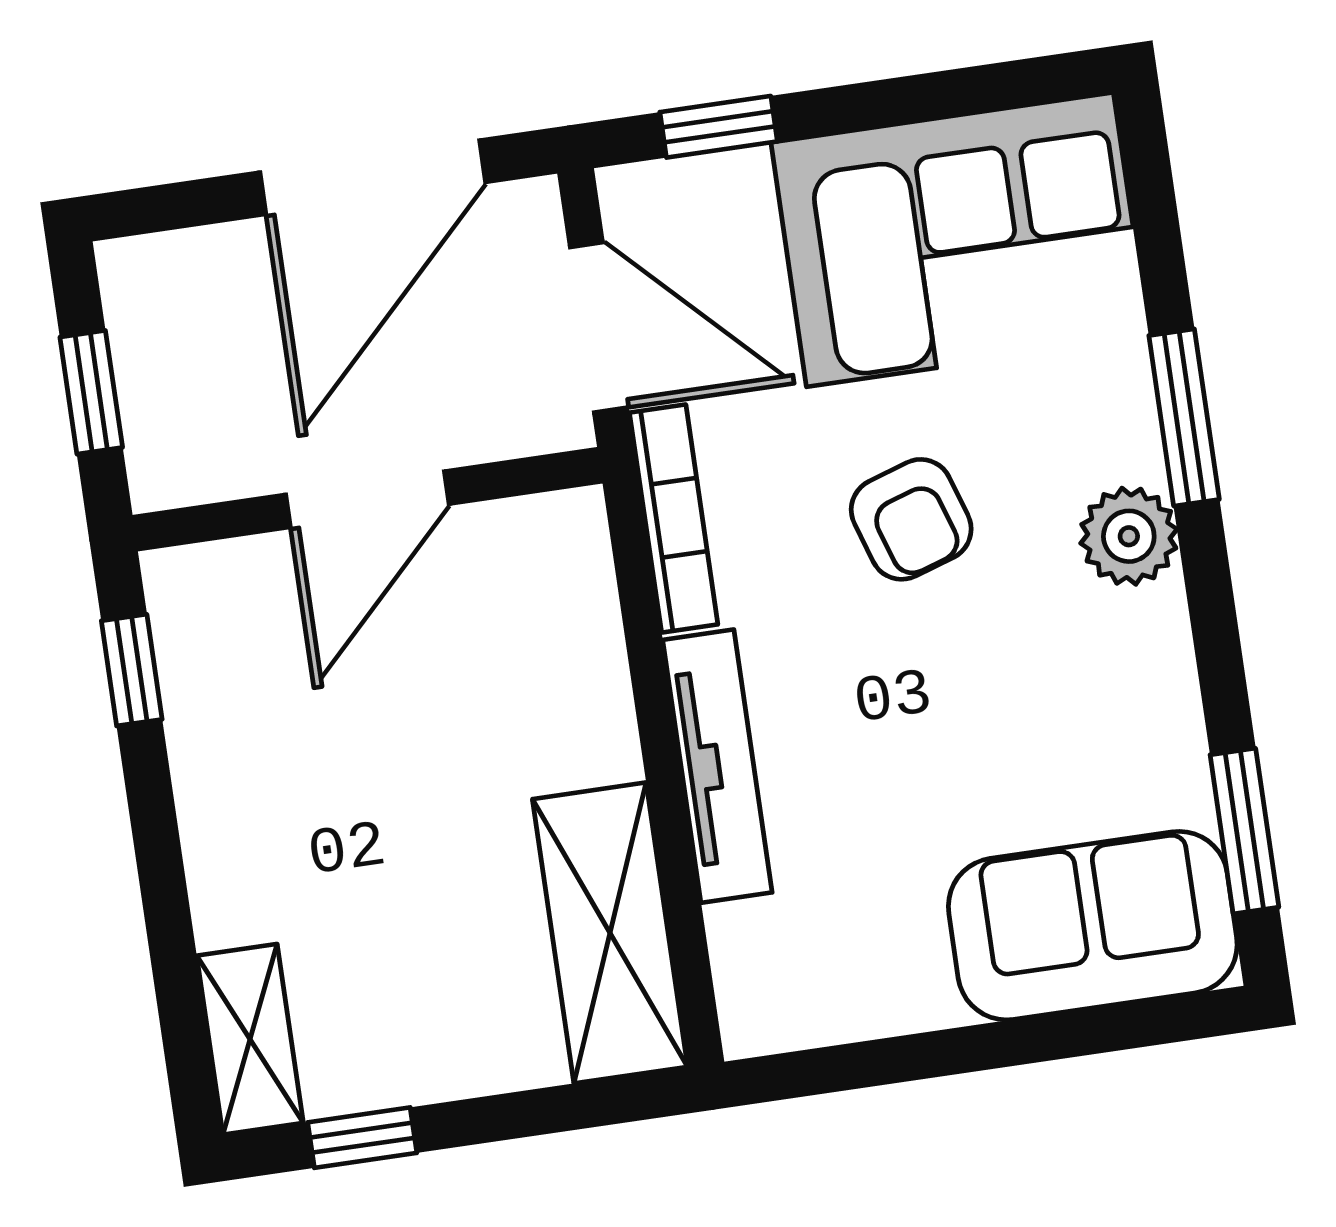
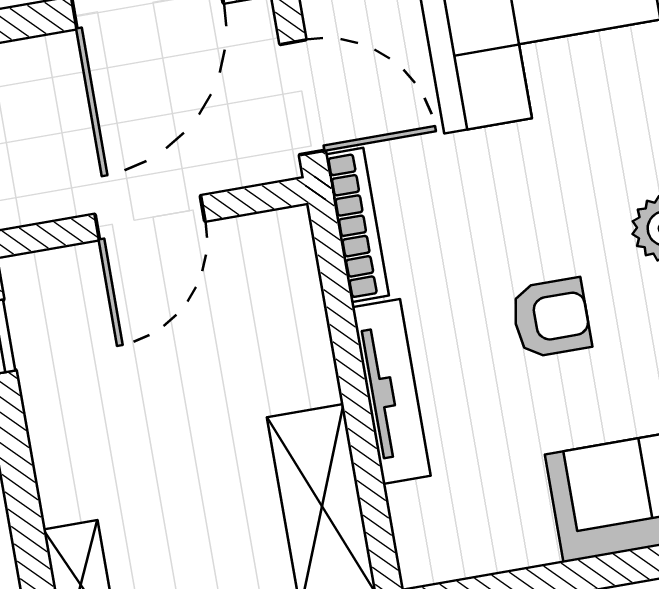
armchair: (911, 519) -> (551, 318), moved, turned -72

